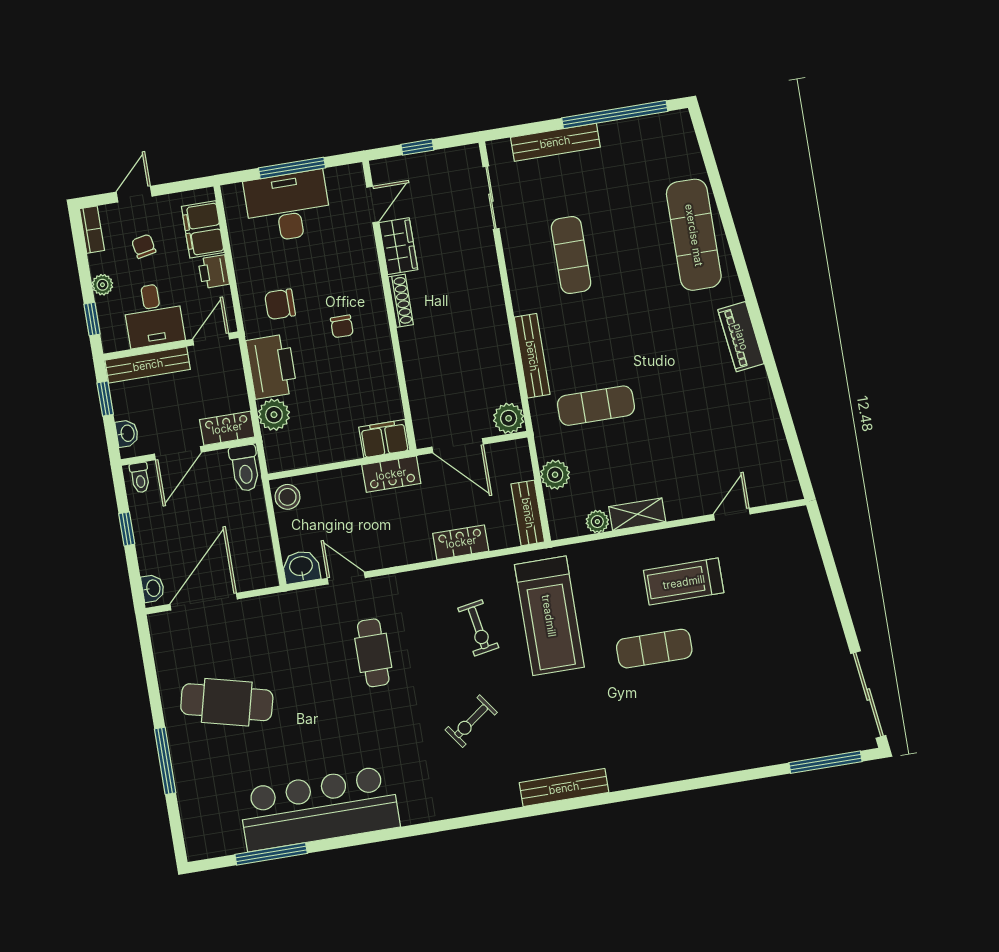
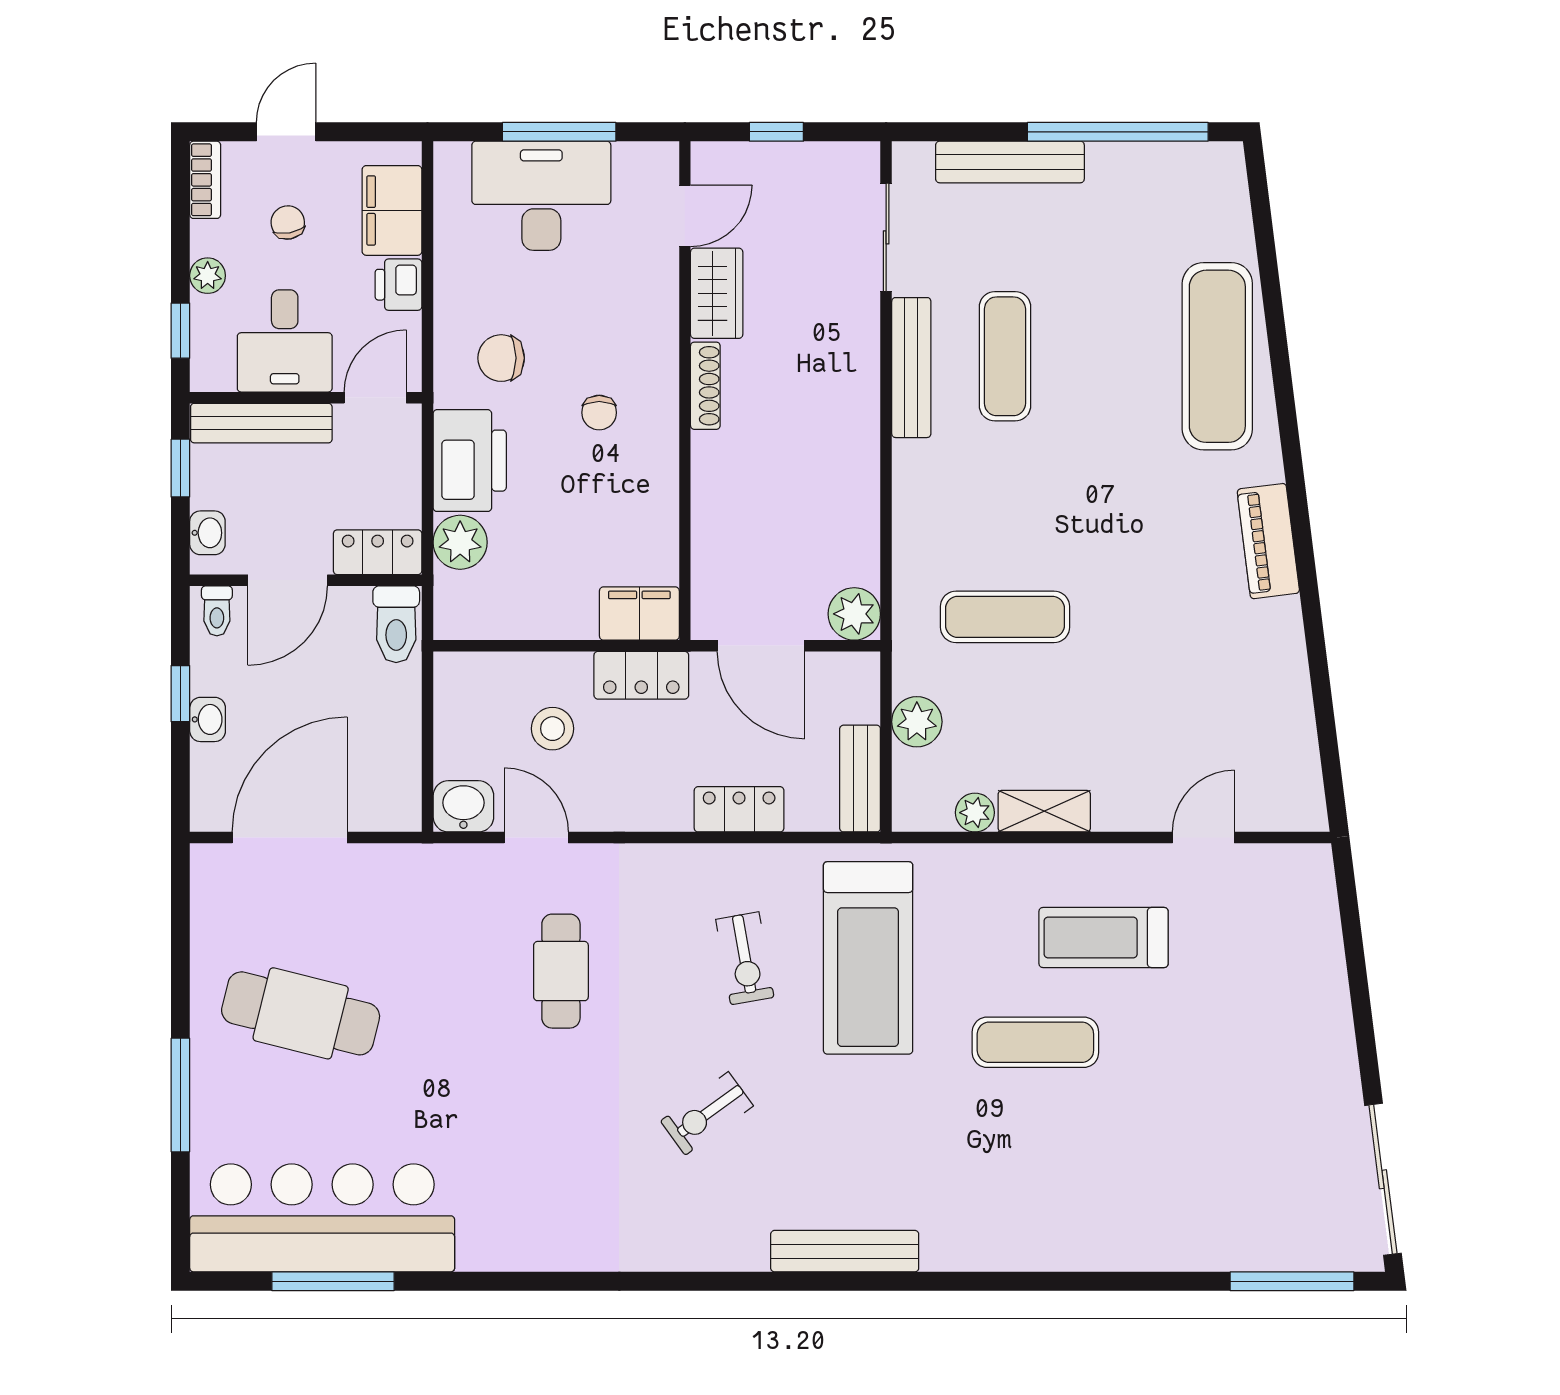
bench: (532, 356) -> (911, 368), moved
stool: (288, 497) -> (553, 729), moved
washbasin: (153, 588) -> (208, 719), moved
bar counter: (319, 808) -> (322, 1218), moved

